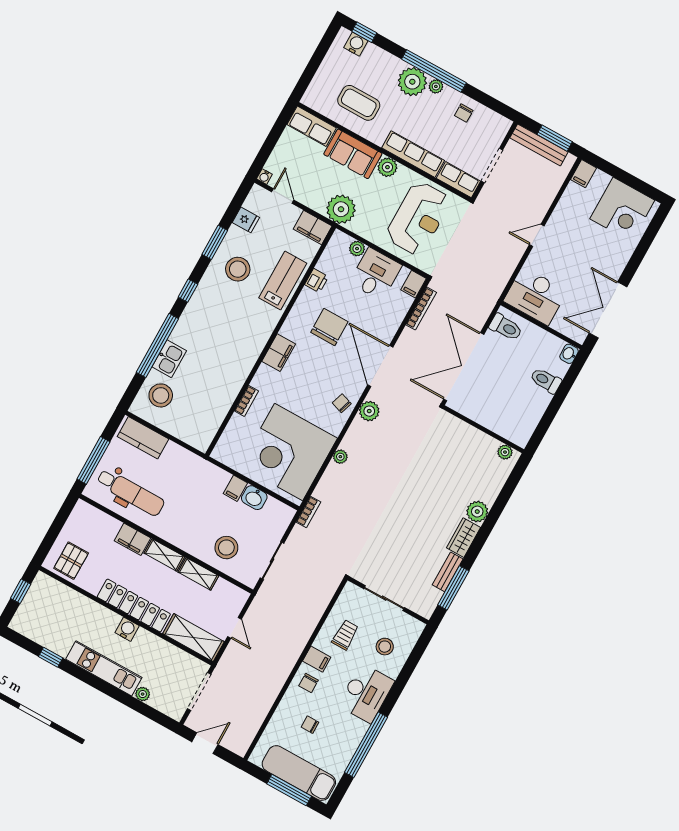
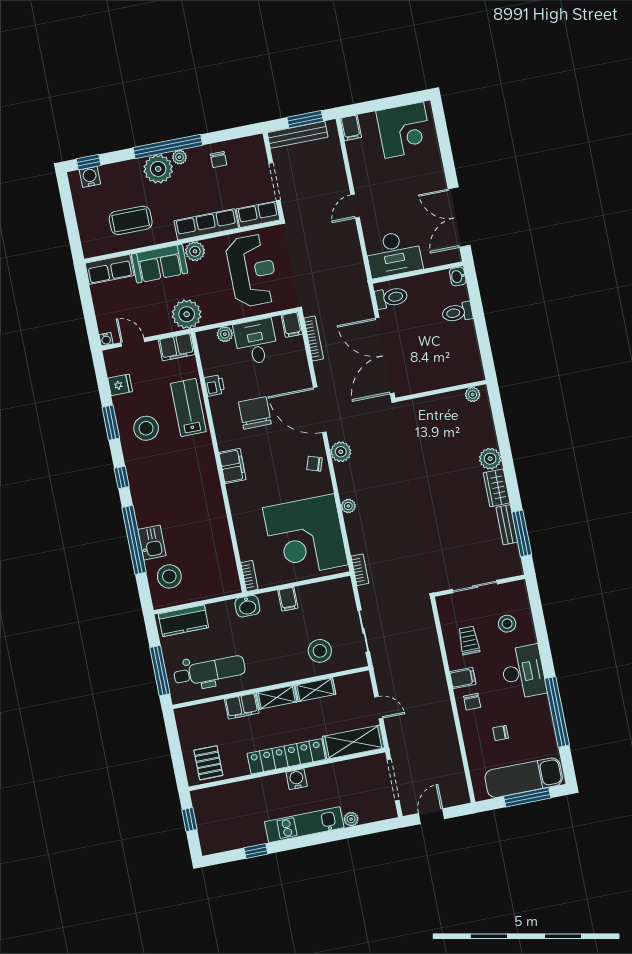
bookcase: (246, 401) -> (249, 576), moved
washbasin: (254, 498) -> (247, 606), moved

